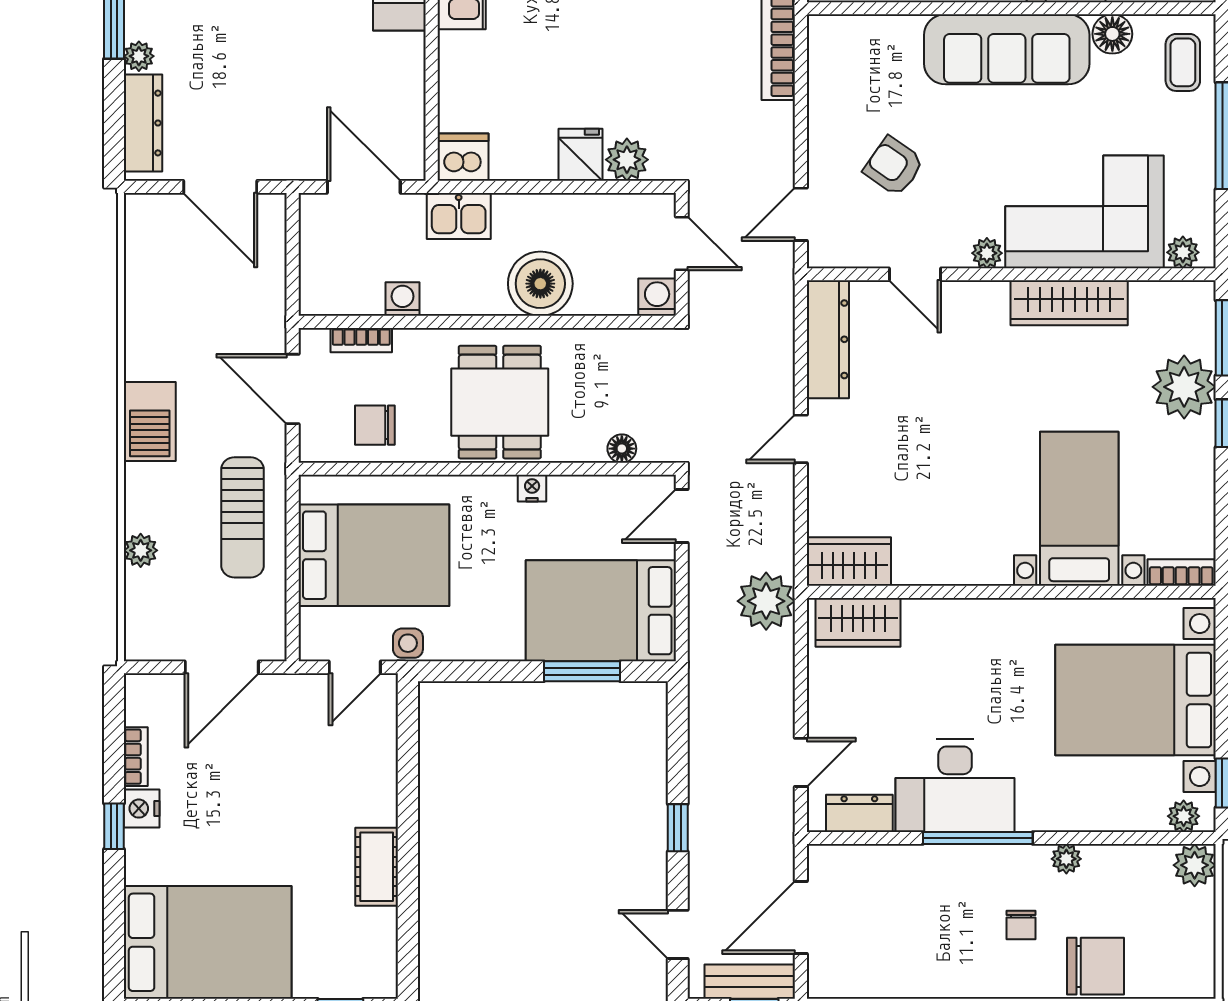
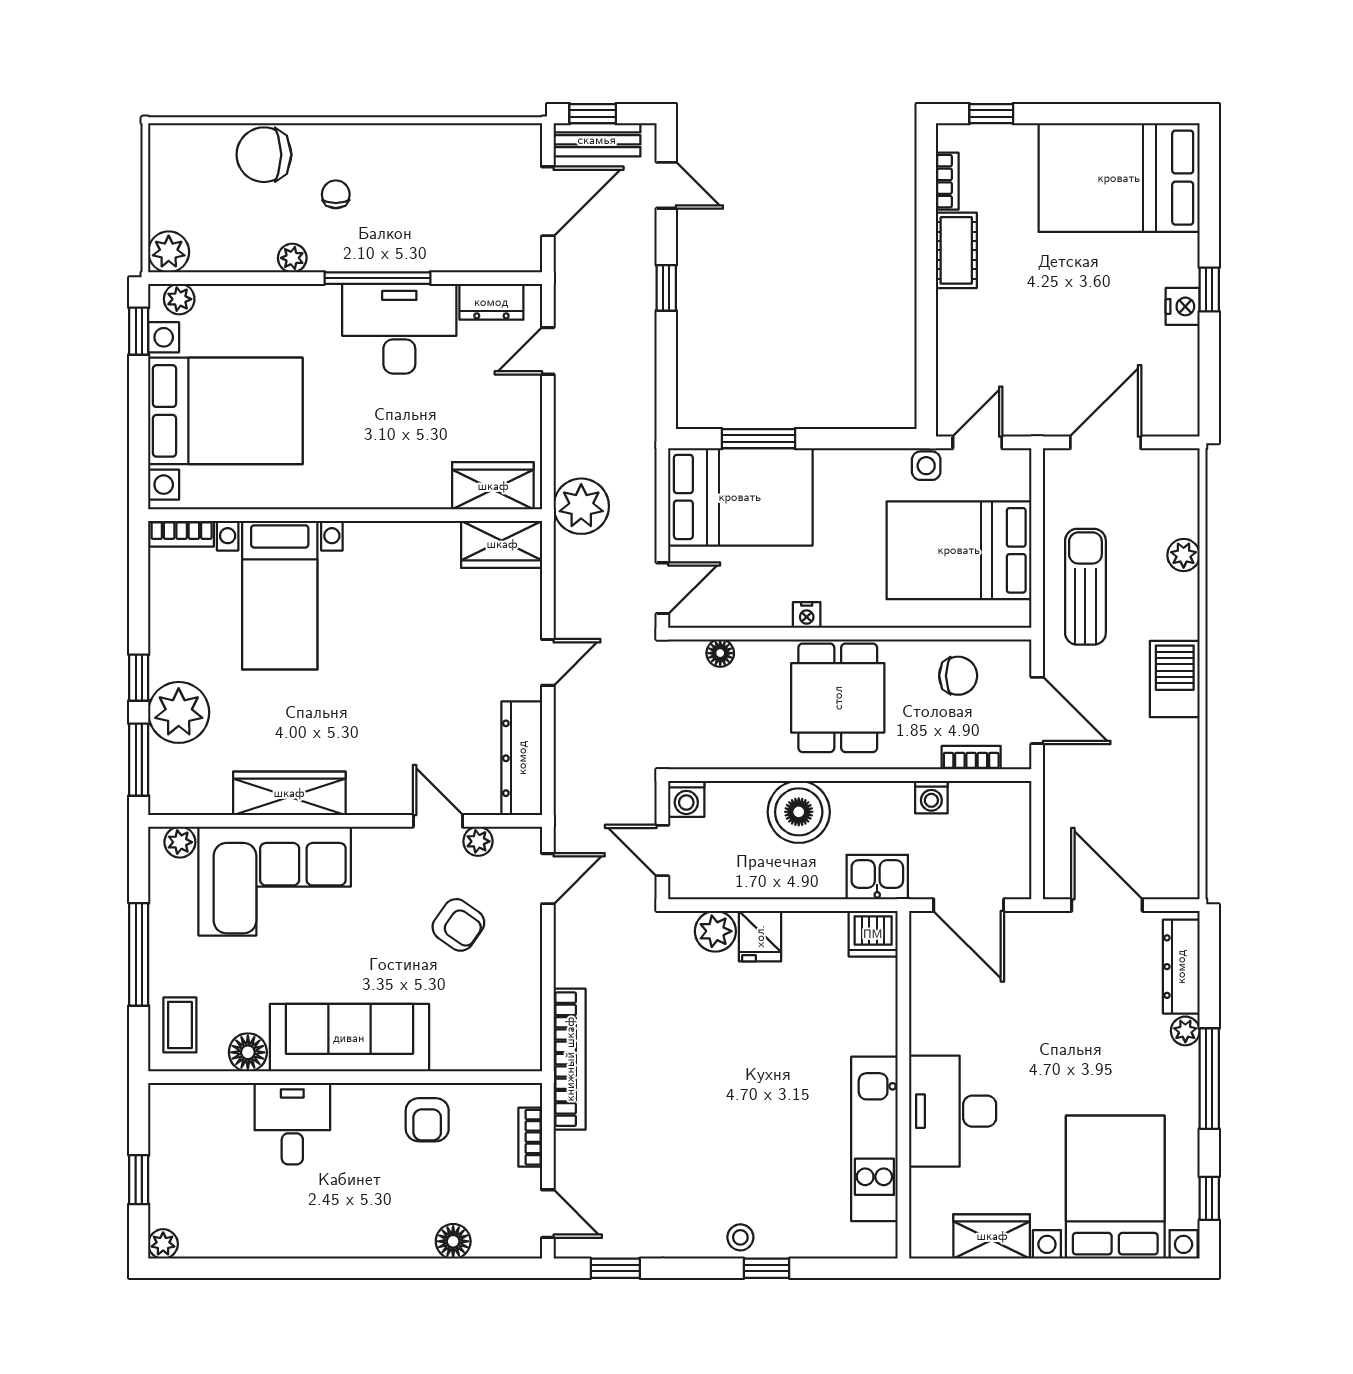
plant: (987, 253) -> (478, 841), moved
bookcase: (136, 757) -> (947, 181), moved, turned 180

